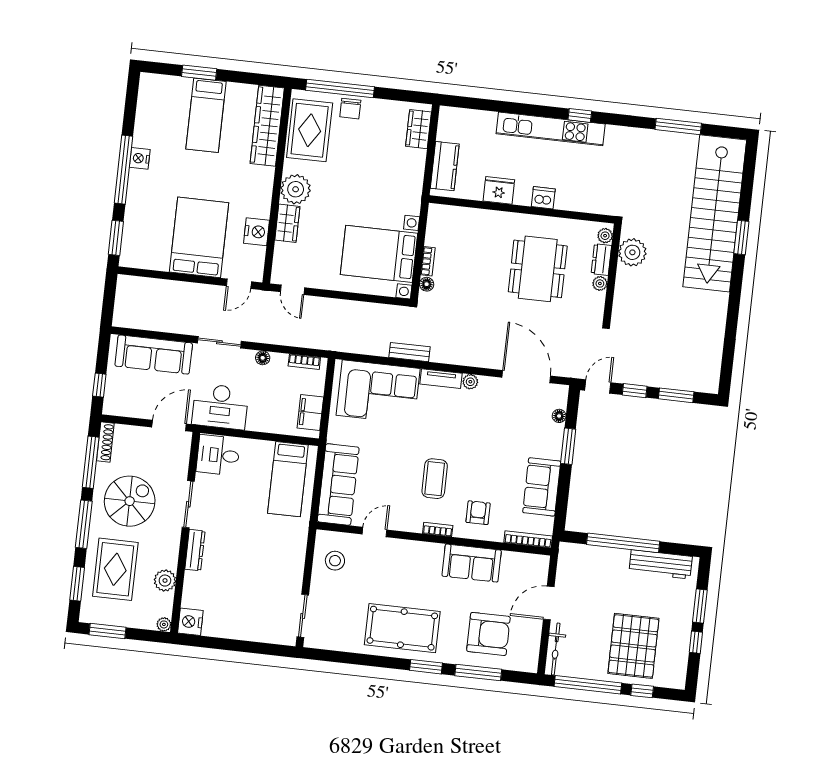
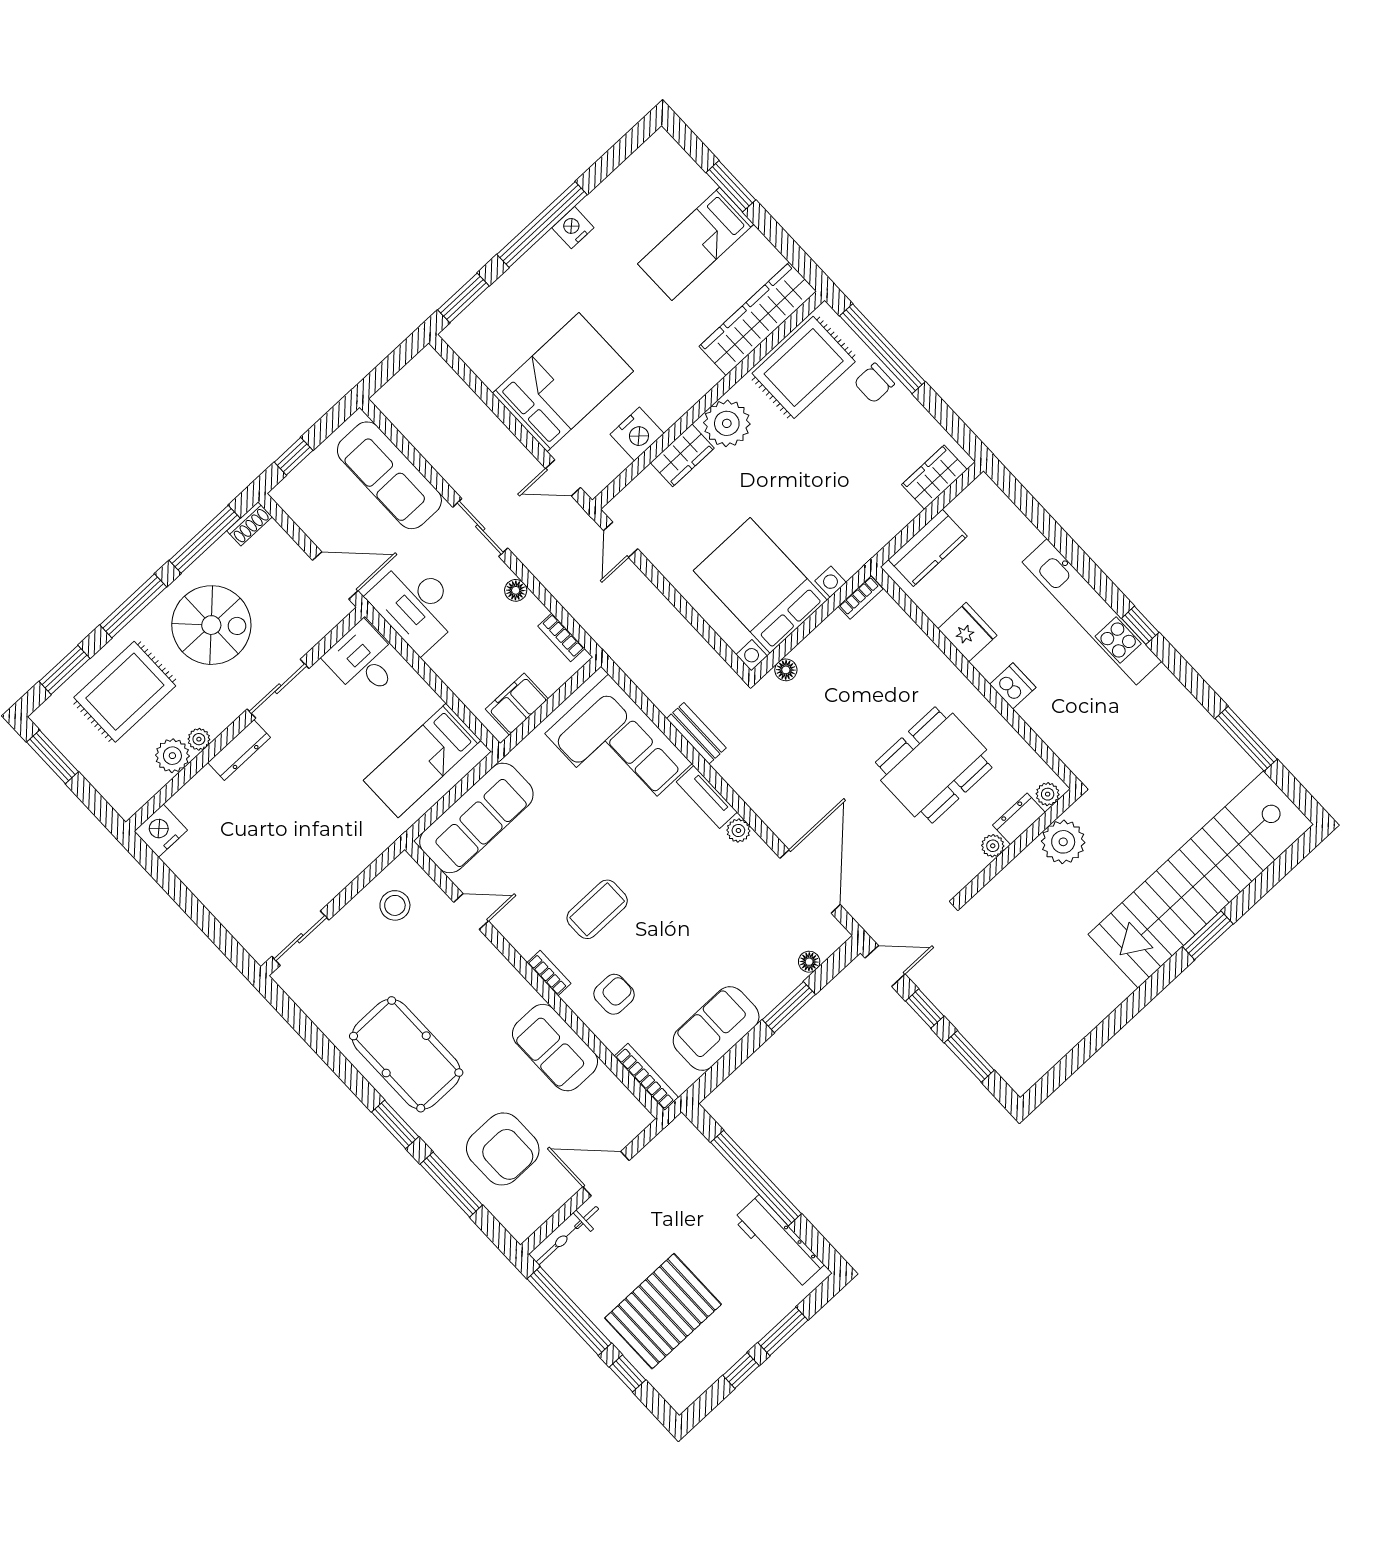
bookcase: (428, 261) -> (860, 598), moved
shoe rack: (105, 442) -> (249, 524), width x0.70
plant: (164, 624) -> (199, 739), moved

